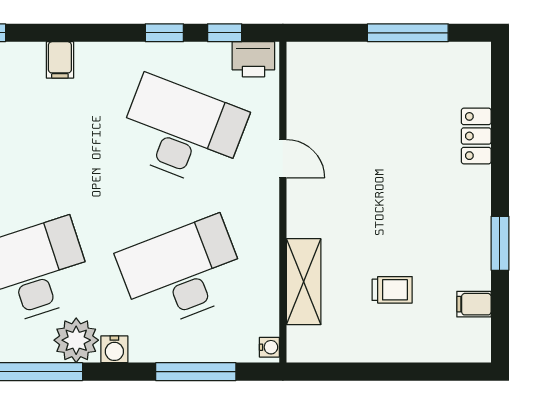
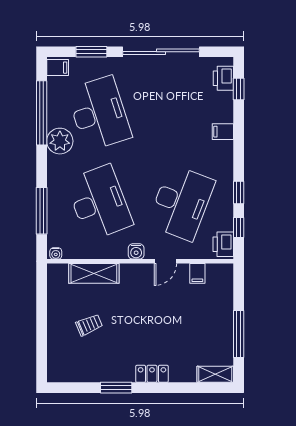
shelving: (477, 73) -> (215, 374), added
locker: (476, 136) -> (152, 374), moved
trolley: (392, 290) -> (89, 325), turned -113
filing cabinet: (474, 304) -> (197, 273), moved, turned 180
water cooler: (114, 349) -> (136, 251), moved, turned -90

